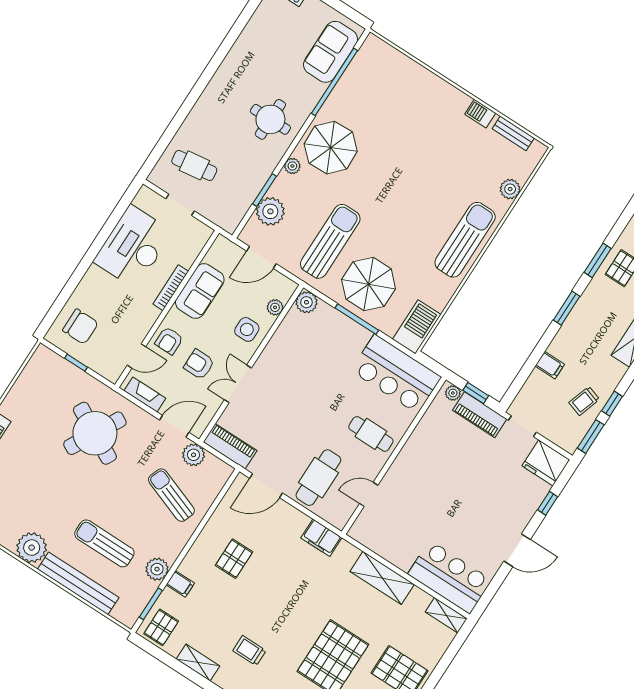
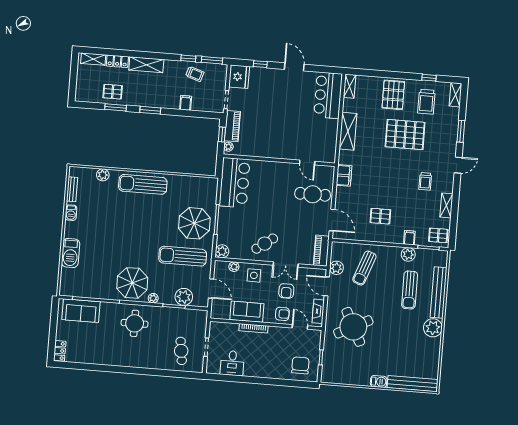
desk: (133, 247) -> (232, 363), width x0.53, depth x0.77
barbecue: (417, 327) -> (70, 253), moved, turned -90
round table: (95, 433) -> (353, 327), turned 35
cafe table: (371, 434) -> (265, 244), moved, turned 54

